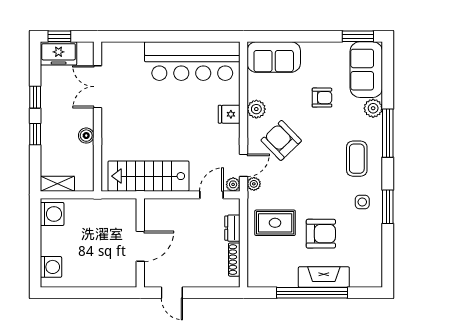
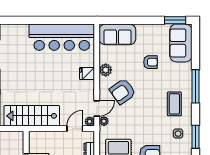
plant: (373, 108) -> (186, 69), removed
armchair: (281, 140) -> (123, 91), turned -81

